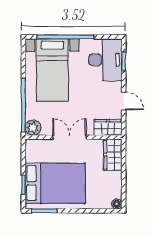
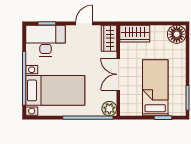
bed: (55, 183) -> (155, 88), width x0.67
floor lamp: (117, 204) -> (177, 34), width x1.89, depth x1.89

